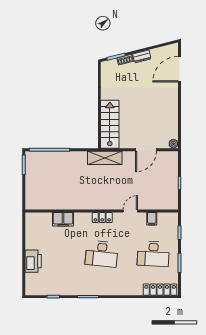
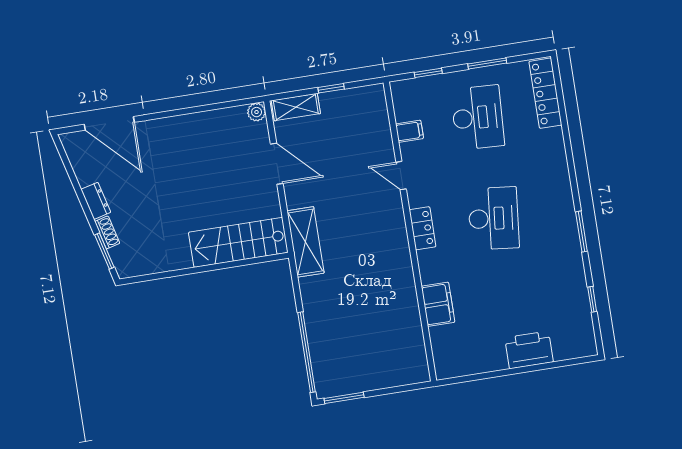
shelving: (173, 164) -> (296, 107), added

